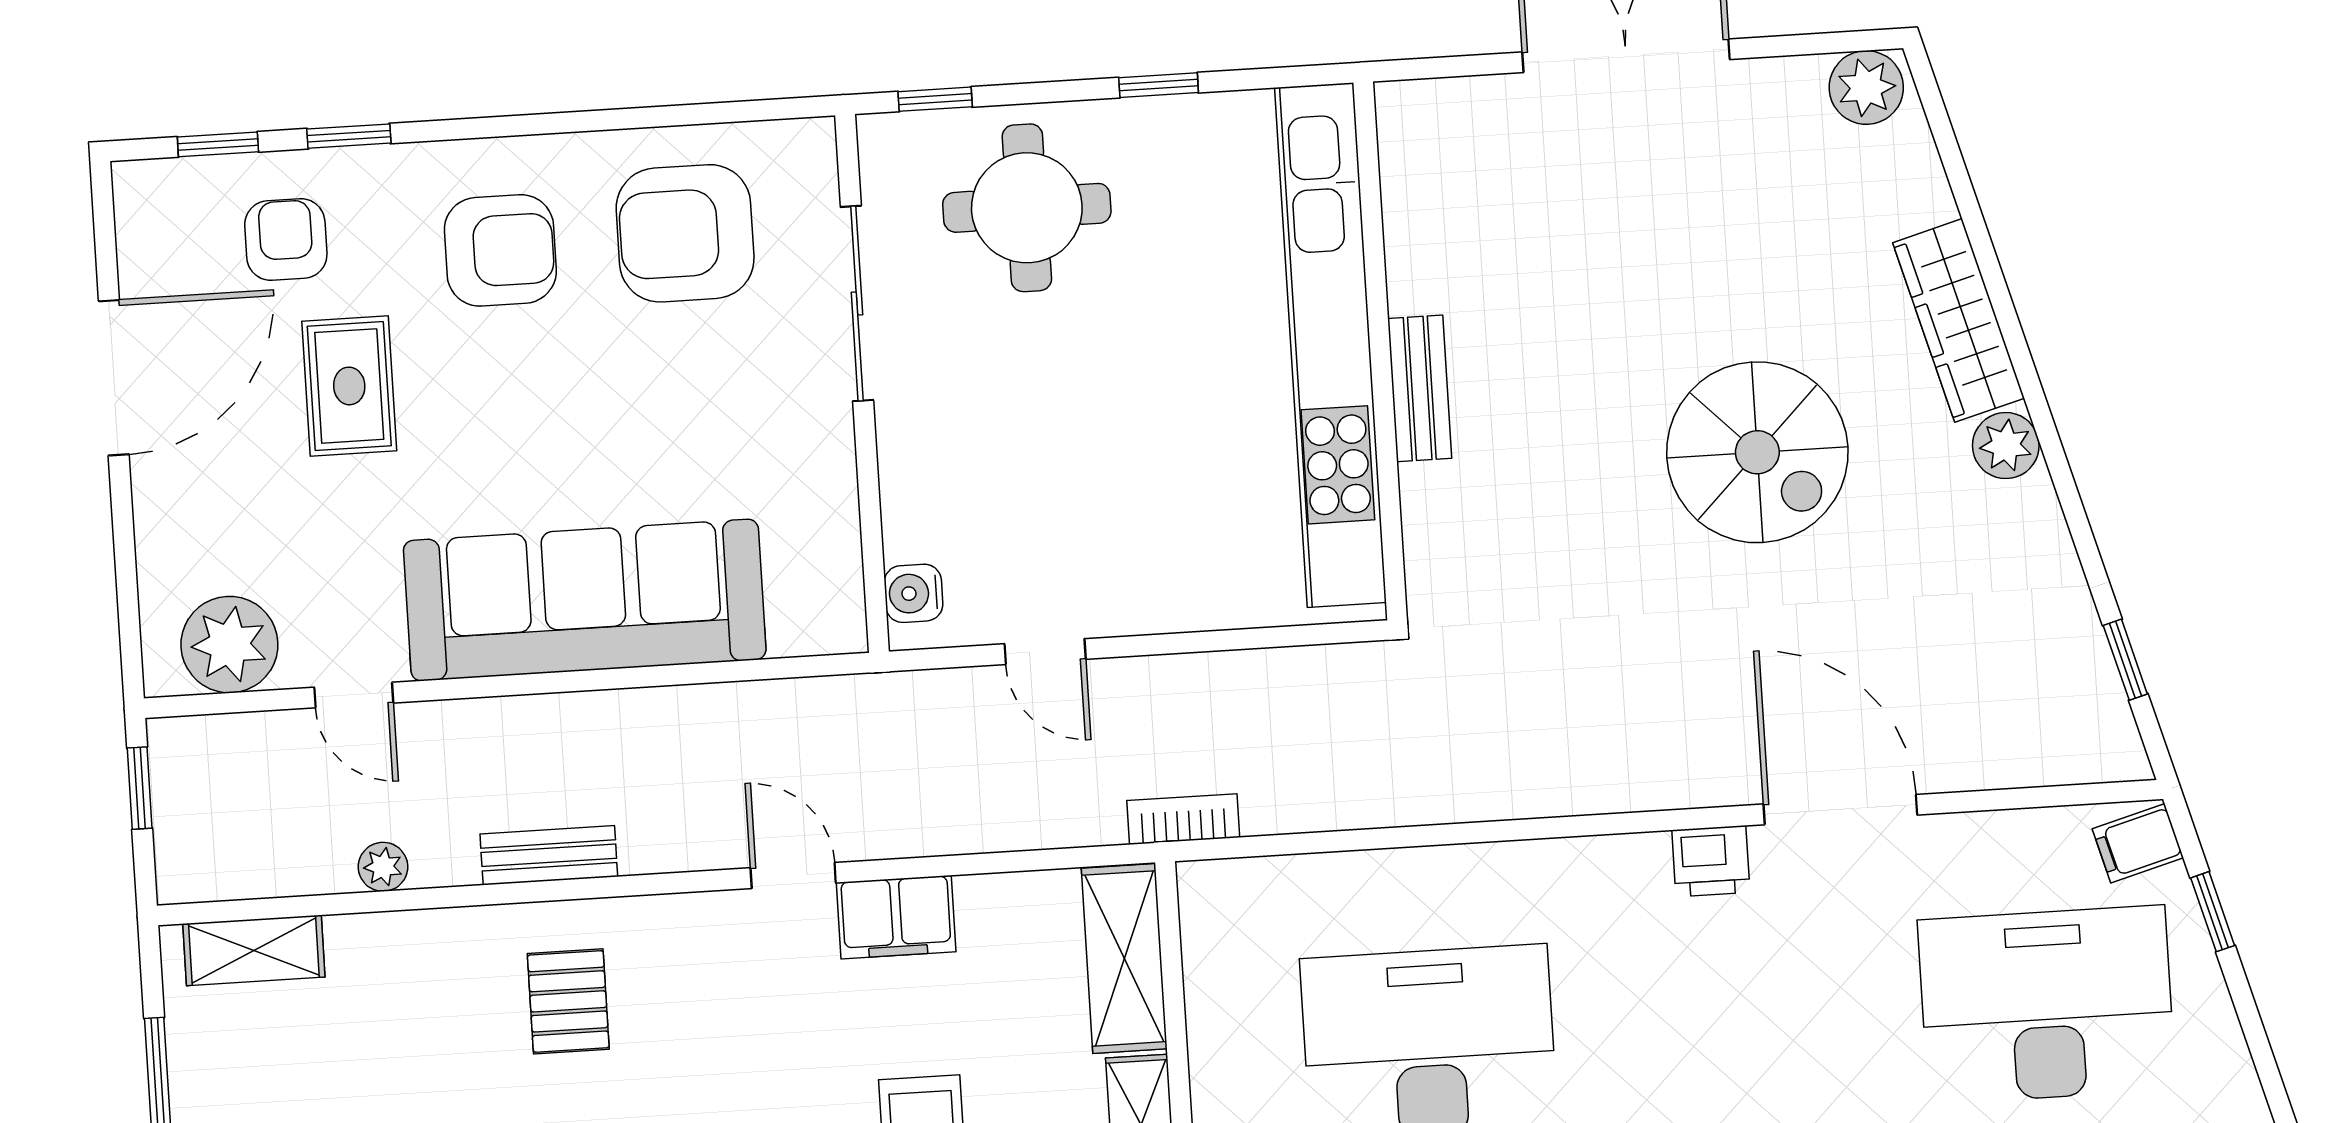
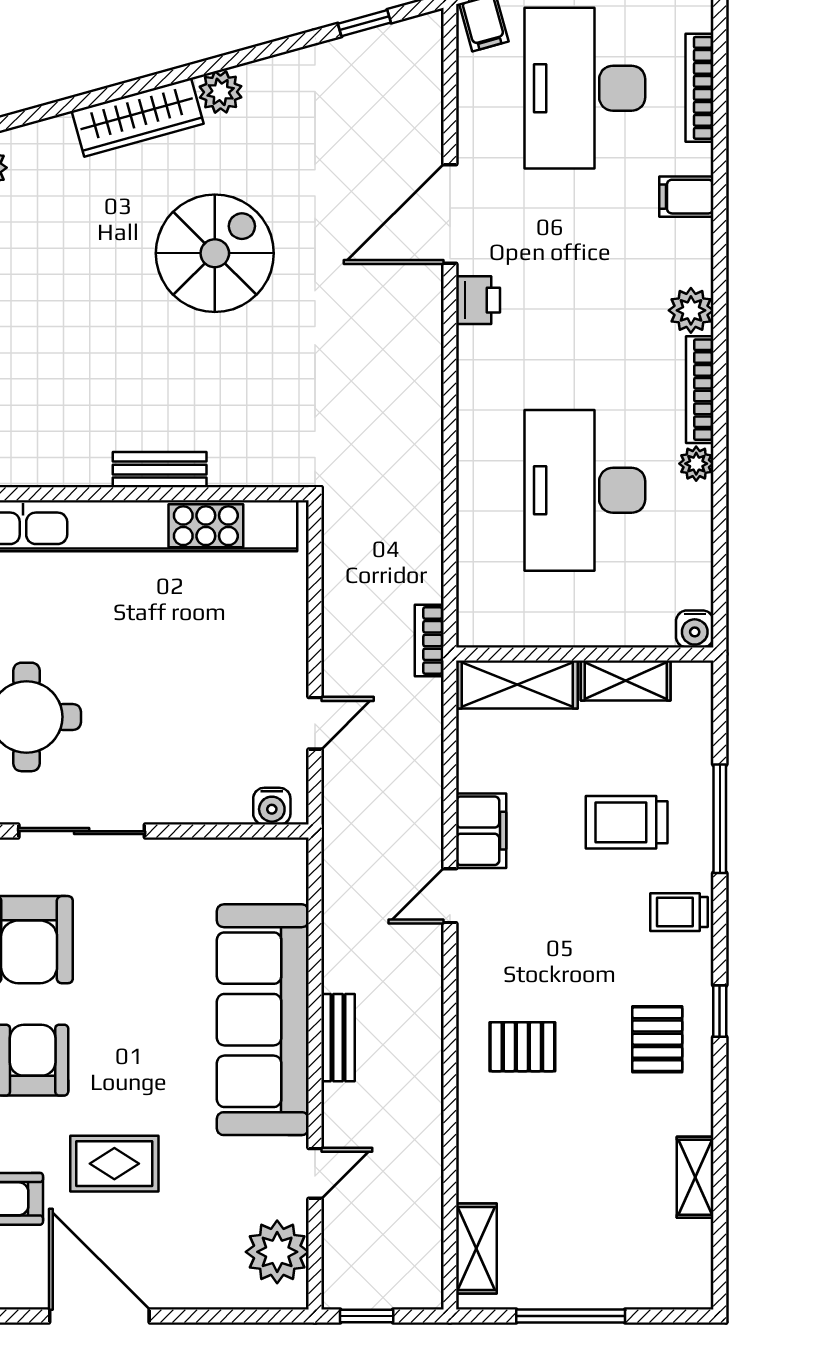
bench: (549, 855) -> (338, 1038), moved
plant: (383, 867) -> (428, 1161), removed

